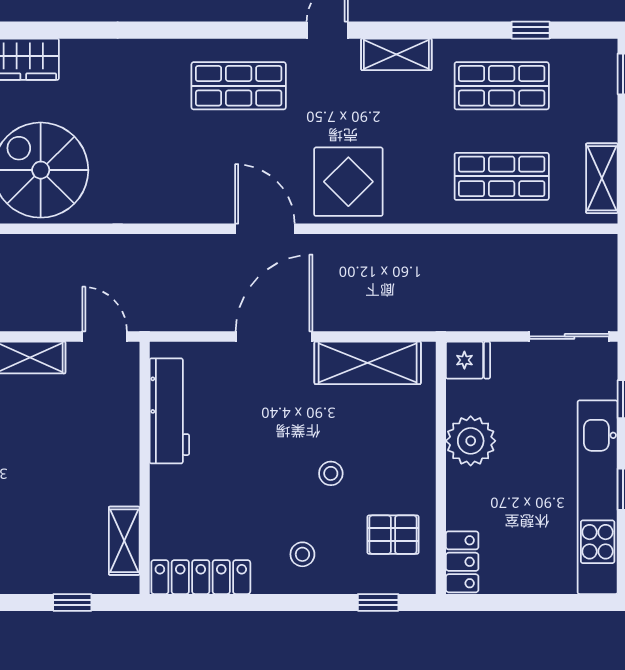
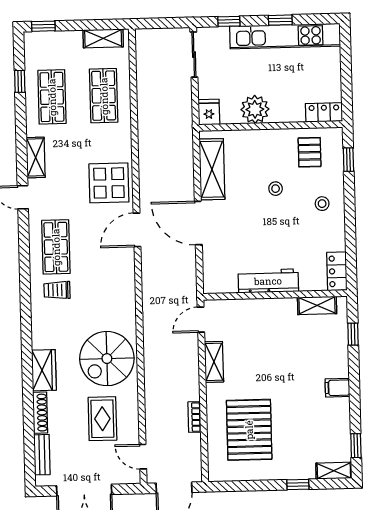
trolley: (163, 86) -> (57, 290), added
workbench: (169, 411) -> (268, 281), moved
locker: (201, 577) -> (337, 271), width x0.66

